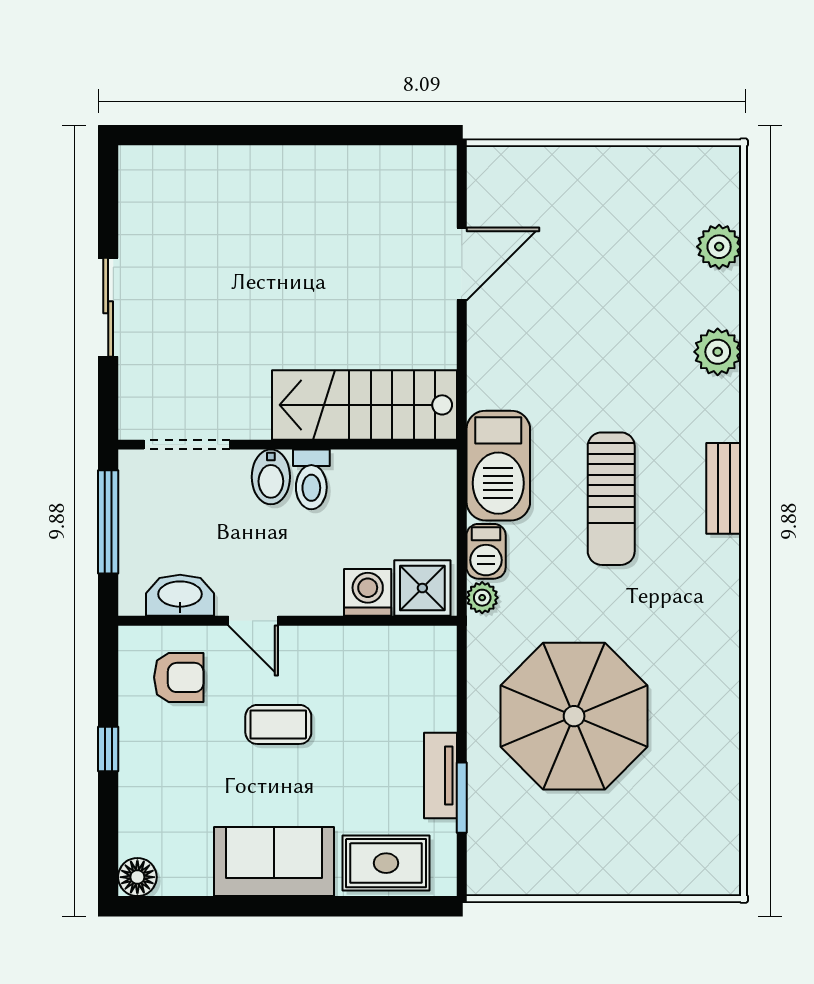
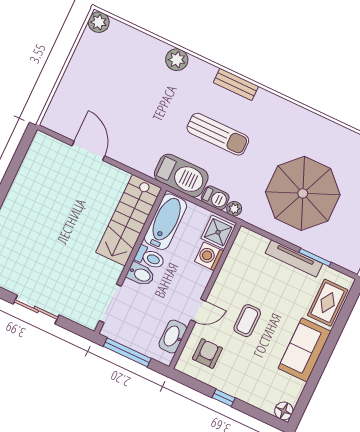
plant: (719, 247) -> (99, 22), moved
bathtub: (395, 477) -> (165, 222), added
tv unit: (441, 775) -> (294, 258), width x1.41

